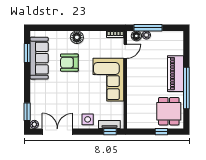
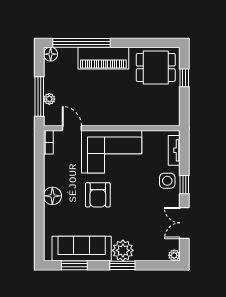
floor lamp: (136, 36) -> (51, 54), moved
armchair: (69, 63) -> (98, 195), moved
plant: (38, 88) -> (123, 250), added
window: (186, 88) -> (81, 43), moved
window: (27, 112) -> (122, 265), moved
double door: (57, 132) -> (184, 223), width x0.73
window: (110, 132) -> (184, 185), moved

